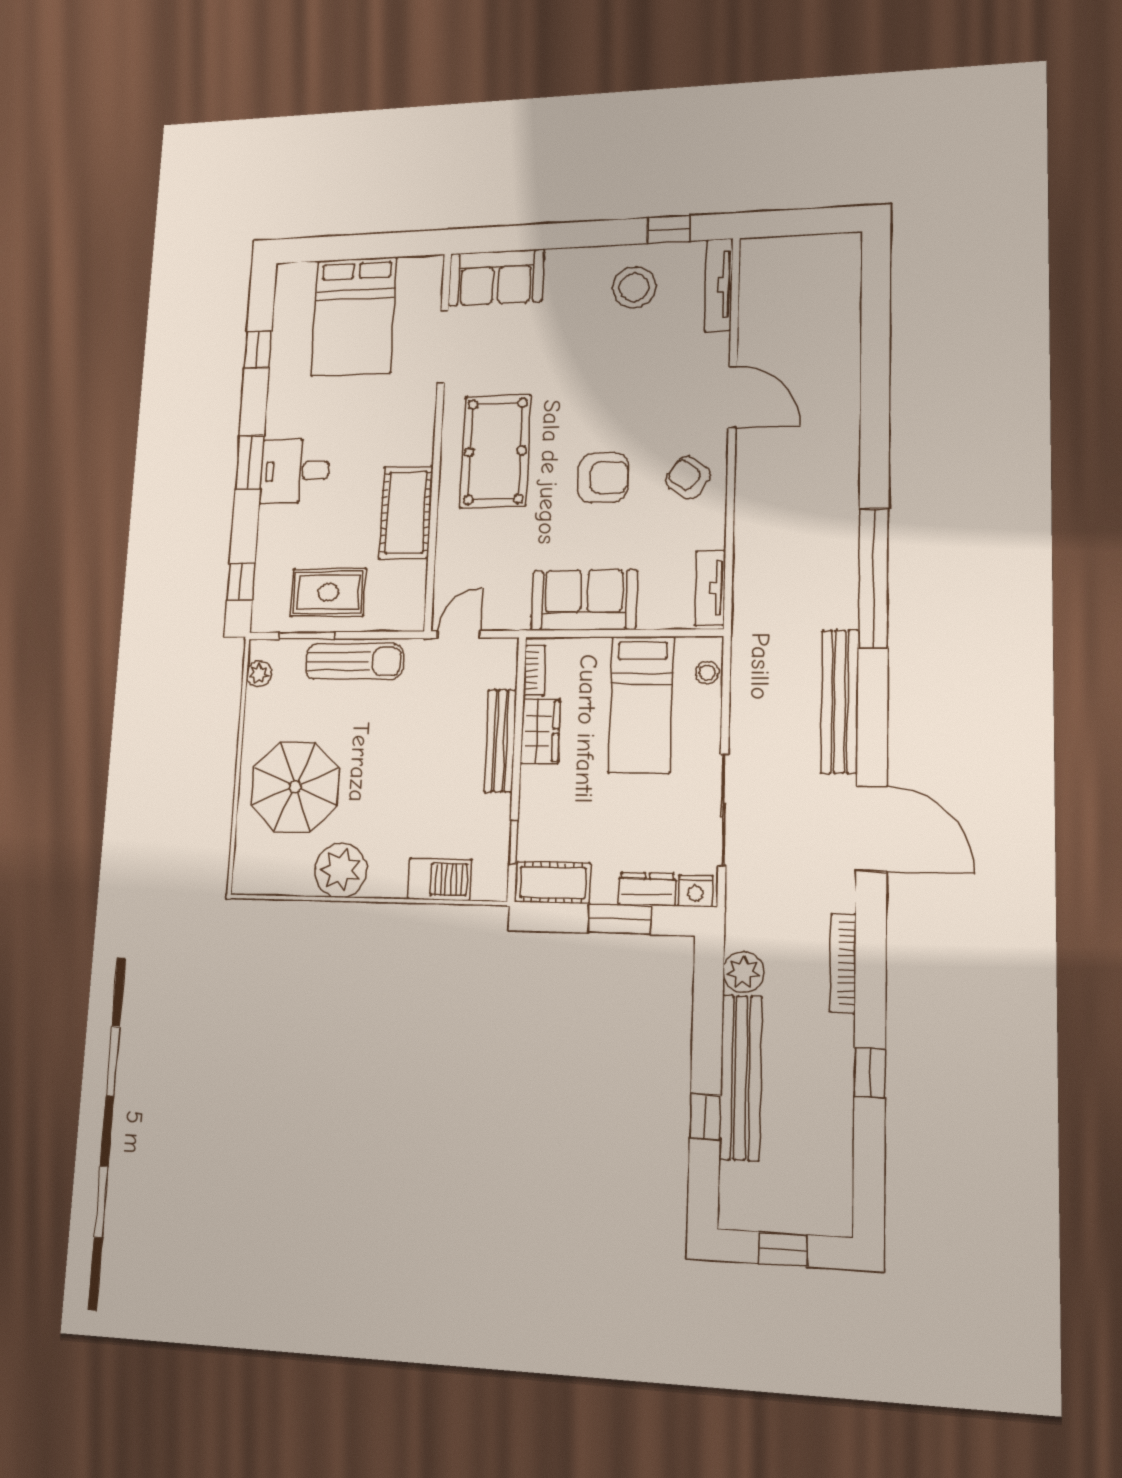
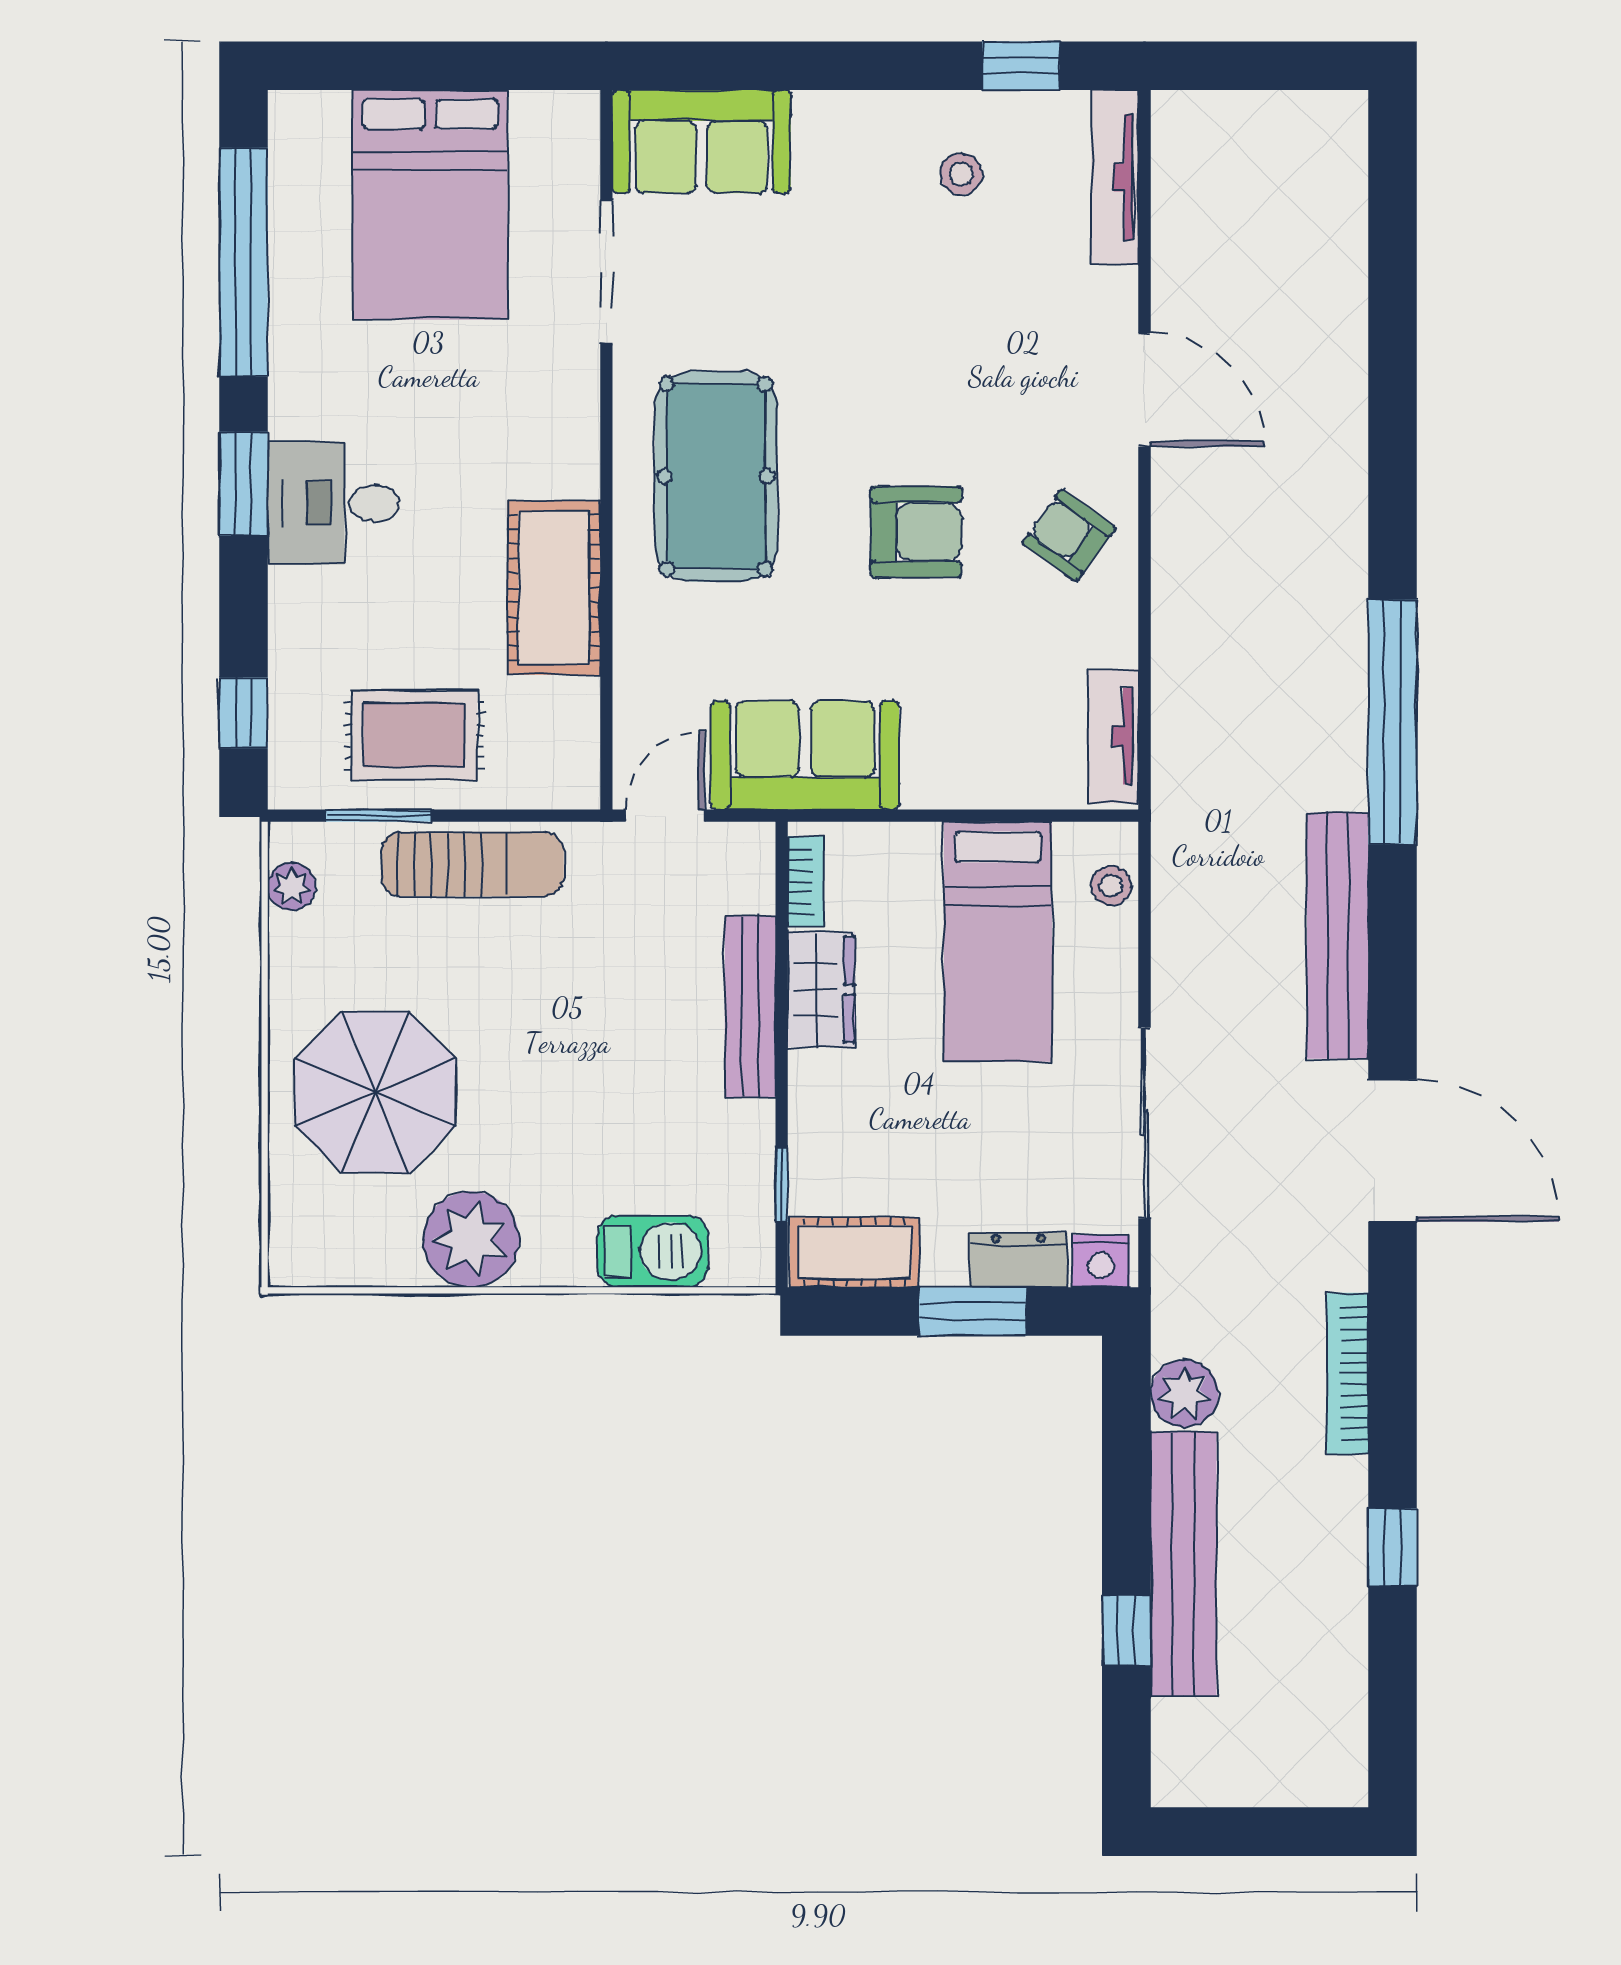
stool: (634, 287) -> (961, 174), width x0.53, depth x0.53
window: (258, 350) -> (243, 262), width x3.17
sofa: (584, 600) -> (805, 755), moved
window: (783, 1249) -> (1257, 1832), removed

